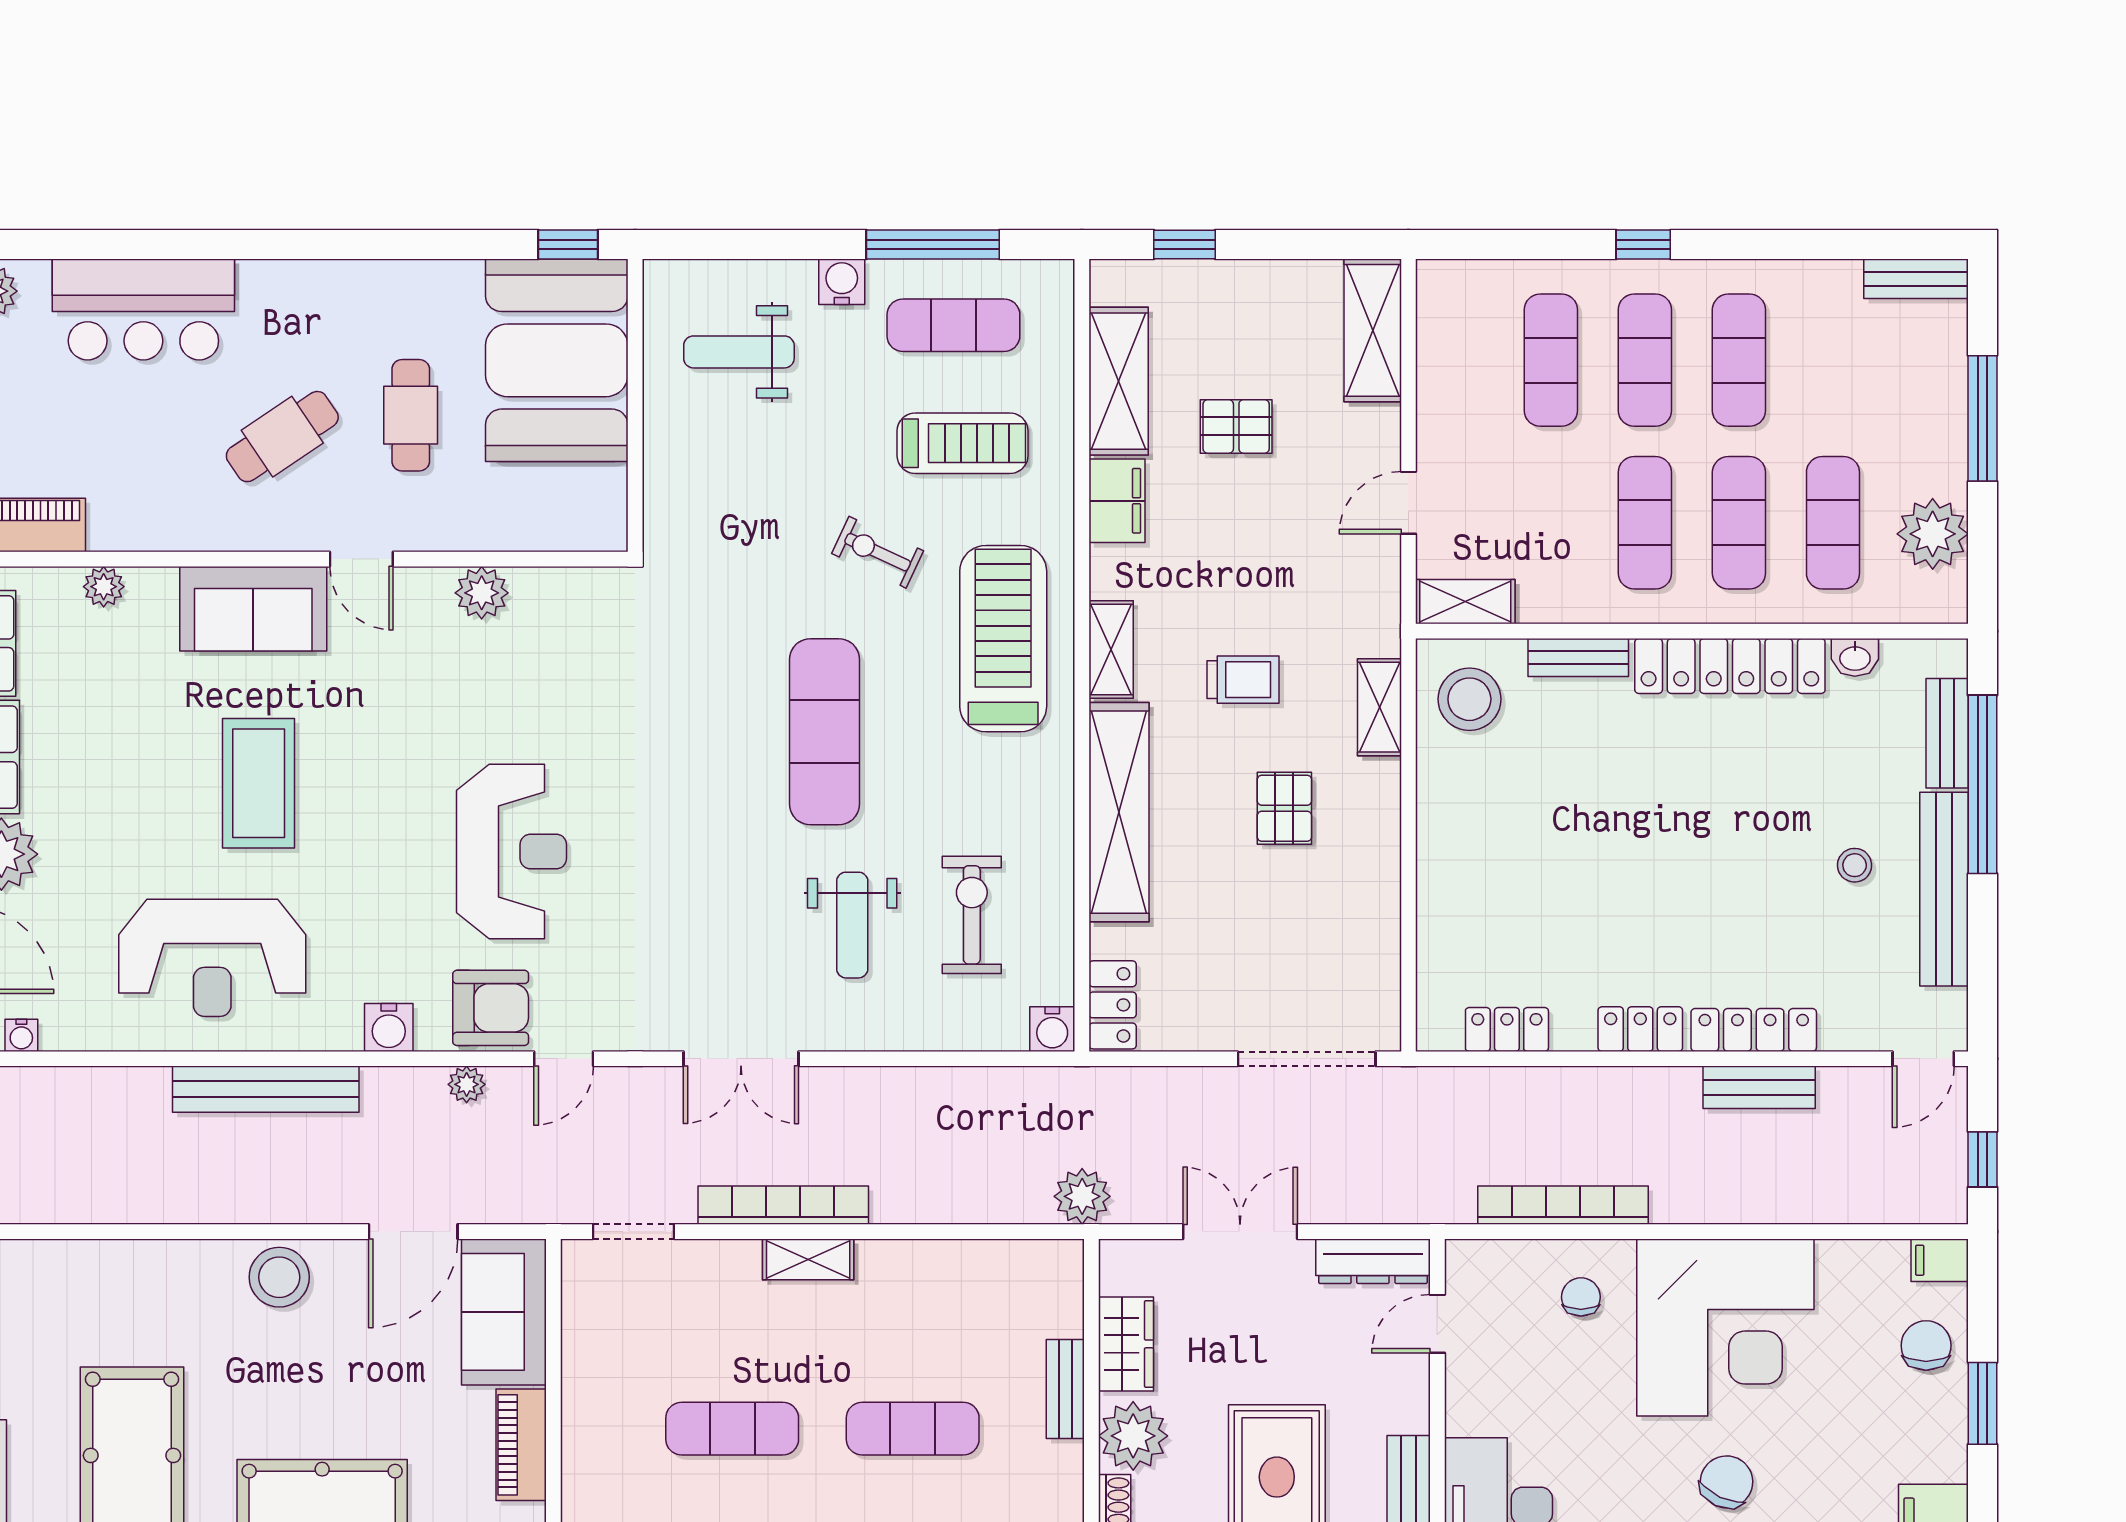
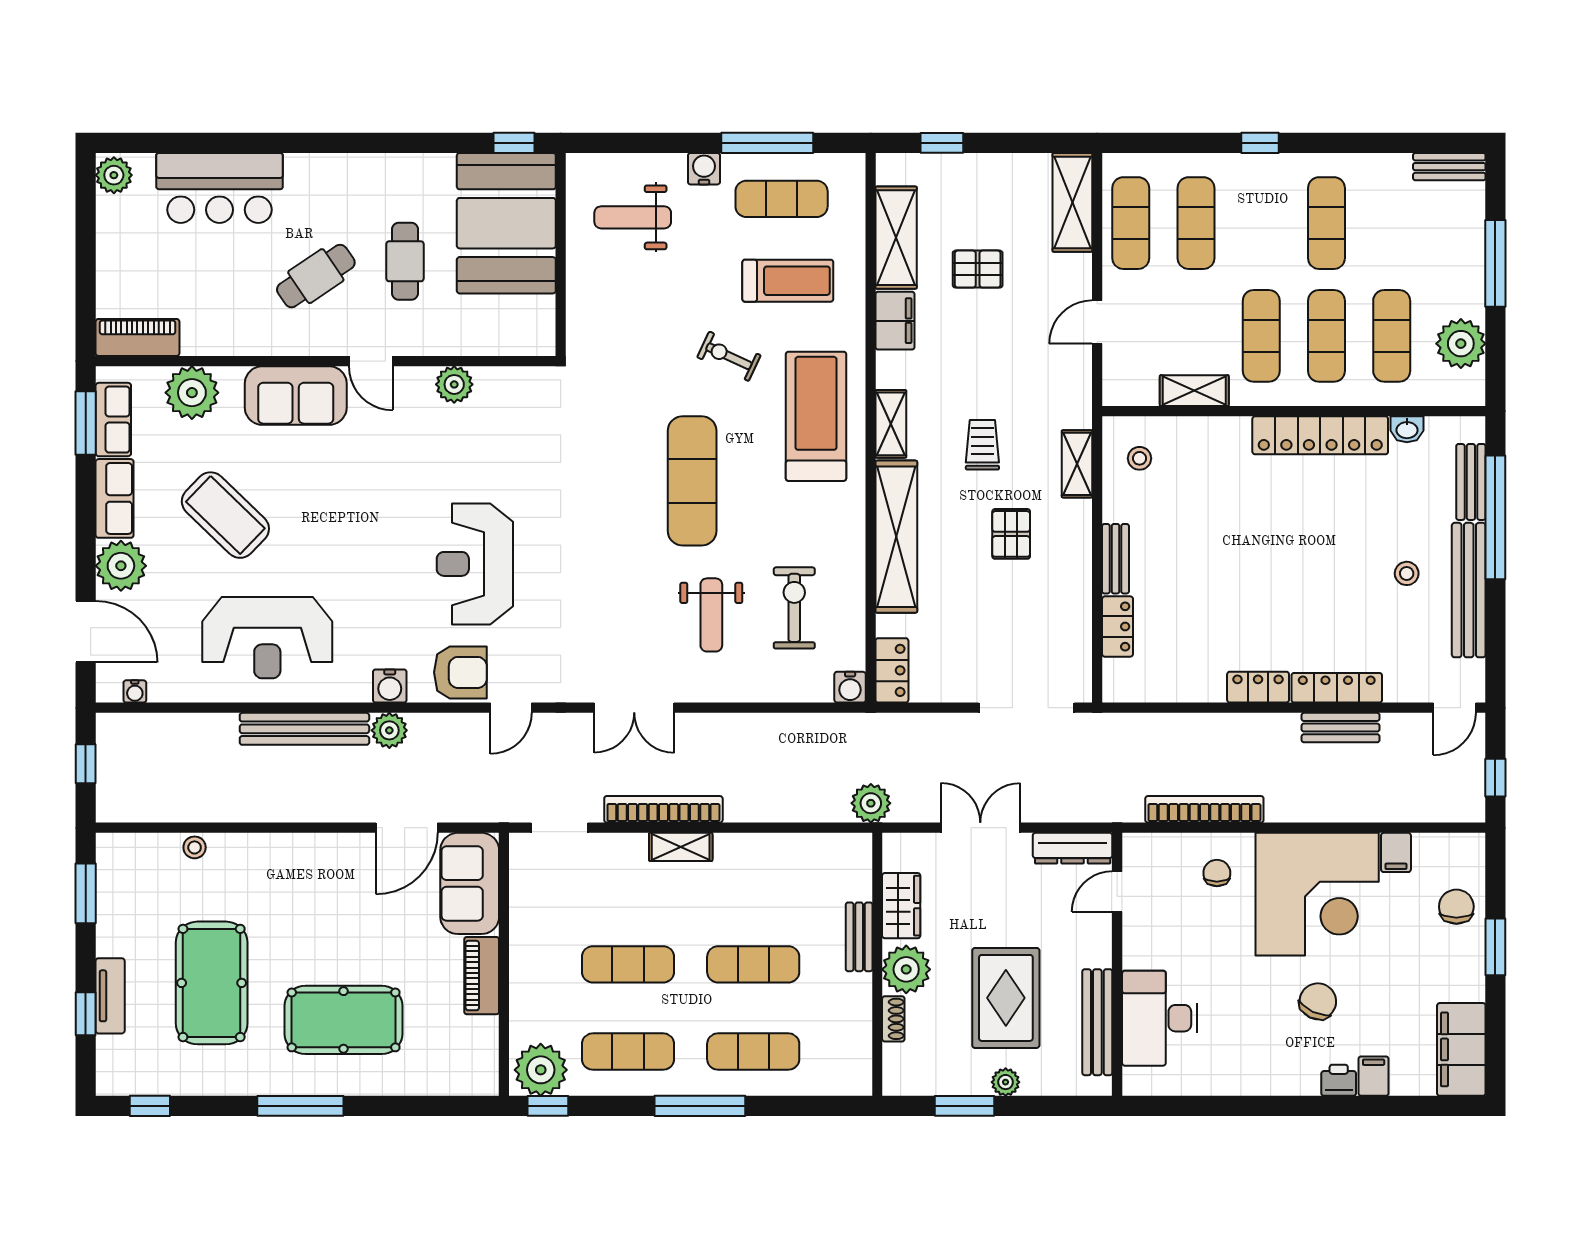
exercise mat: (1645, 360) -> (1131, 223), moved
plant: (104, 587) -> (192, 393), width x1.88, depth x1.88
shelving: (1465, 602) -> (1194, 391), moved
bench: (1578, 658) -> (1116, 559), moved, turned 90
trolley: (1243, 680) -> (982, 445), turned -90
stool: (1469, 699) -> (1140, 458), width x0.53, depth x0.53
coffee table: (259, 783) -> (225, 515), moved, turned -46
reception desk: (511, 852) -> (475, 564), turned 180
locker: (1507, 1029) -> (1118, 627), moved, turned 90
plant: (467, 1084) -> (389, 730), moved, width x1.38, depth x1.38
filing cabinet: (1940, 1260) -> (1396, 852), moved, turned -90
stool: (279, 1277) -> (195, 847), moved, width x0.53, depth x0.53

